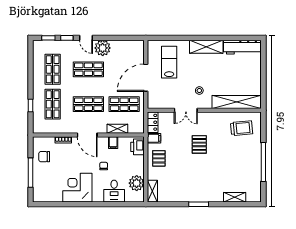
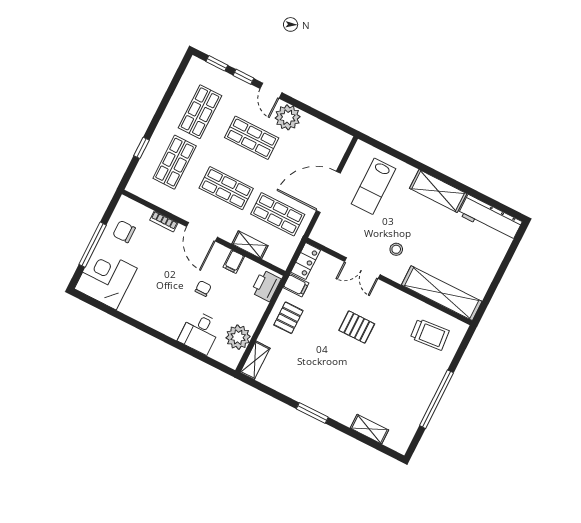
lab bench: (169, 62) -> (373, 186), turned 180
pallet: (199, 144) -> (357, 327), turned 90
corner desk: (77, 188) -> (106, 278), moved

